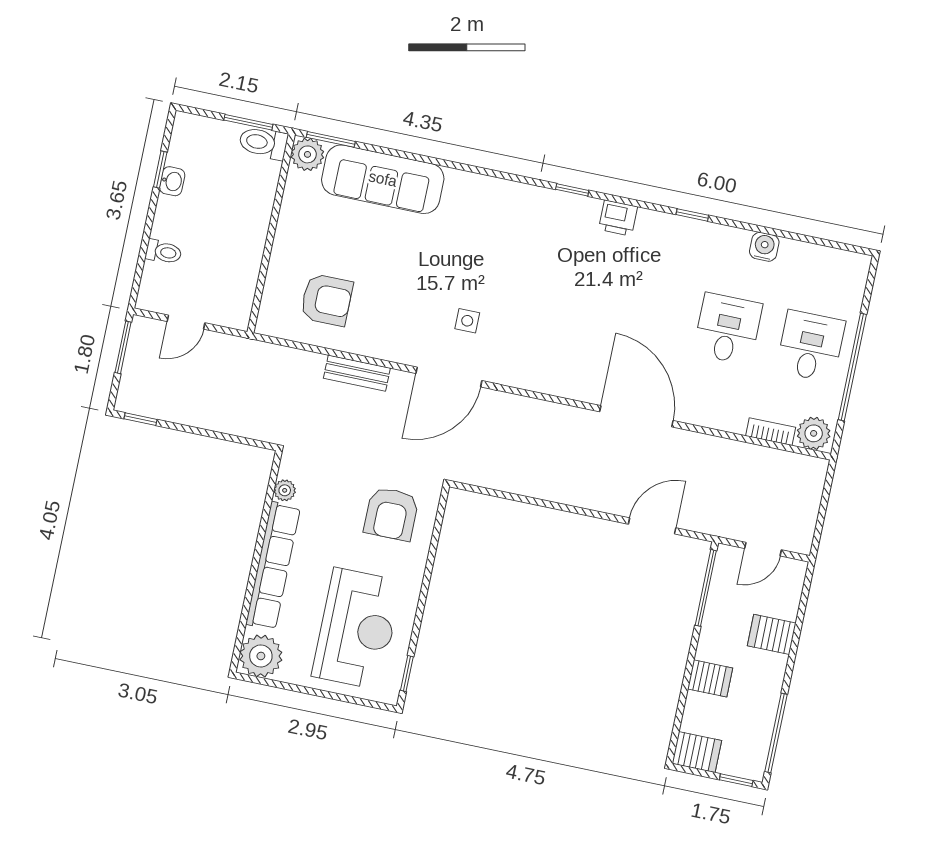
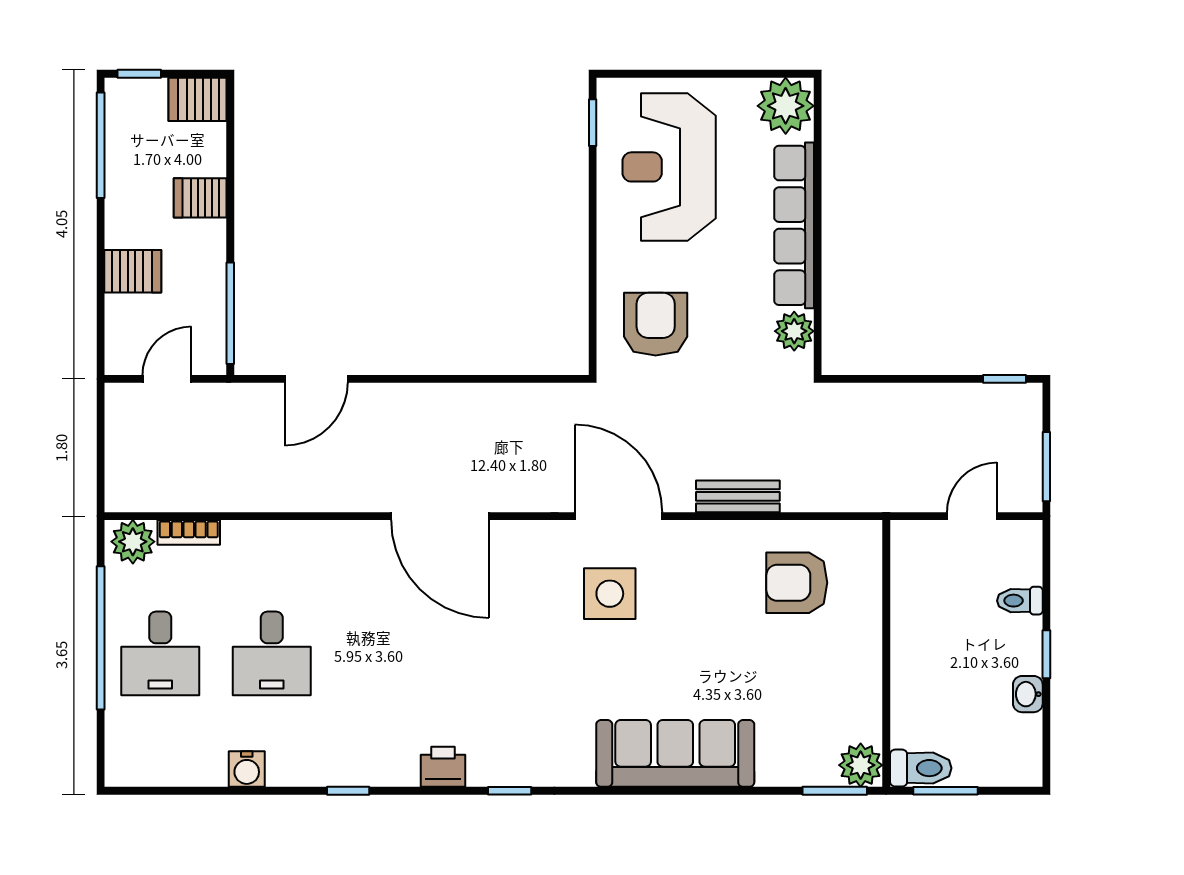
window: (160, 170) -> (1046, 654), moved
sofa: (383, 179) -> (675, 753), moved
side table: (467, 321) -> (610, 594), width x1.87, depth x1.87
door: (449, 377) -> (618, 516), hinge flipped
door: (636, 416) -> (440, 516), moved
plant: (285, 490) -> (794, 331), width x1.38, depth x1.38

